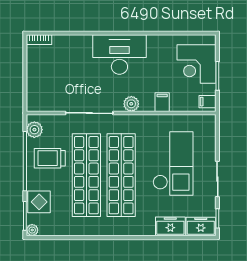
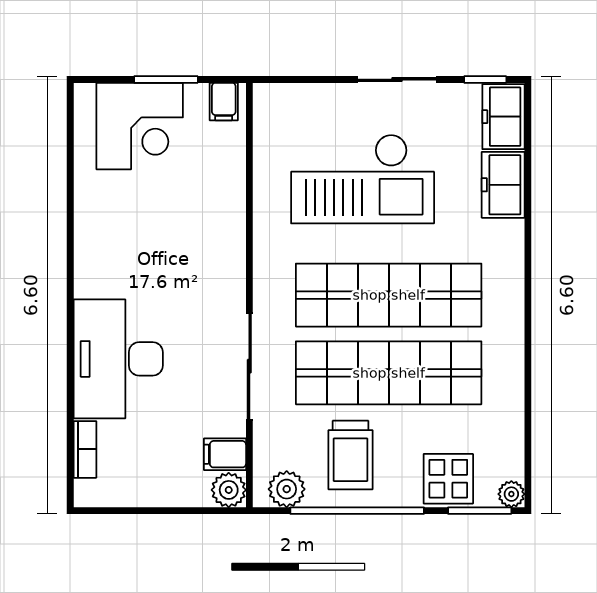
bookcase: (39, 40) -> (85, 449), moved
desk: (119, 54) -> (118, 359), moved
filing cabinet: (162, 102) -> (225, 454), moved
plant: (131, 104) -> (229, 490), moved
checkout: (173, 164) -> (363, 179), turned 180

